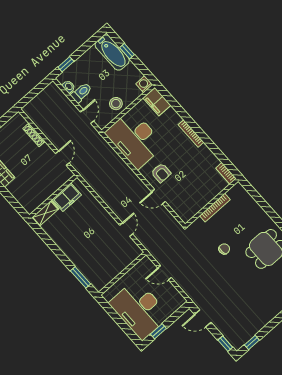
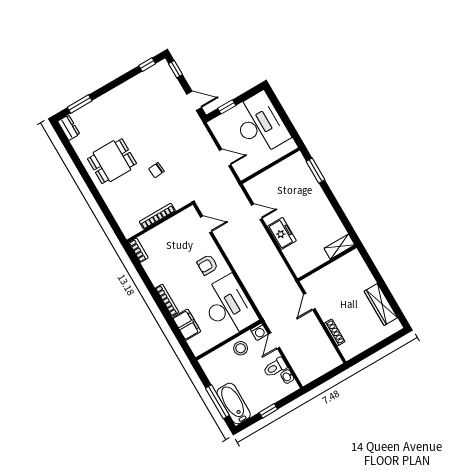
window: (127, 51) -> (217, 402), width x2.17
window: (66, 64) -> (268, 411), moved
washing machine: (144, 84) -> (259, 332), moved
filing cabinet: (157, 102) -> (187, 325), moved
armchair: (161, 173) -> (207, 265), turned -90
freezer: (67, 197) -> (282, 233), moved, turned 90
door: (158, 197) -> (206, 224), moved
door: (126, 230) -> (257, 212), swing flipped
window: (158, 331) -> (227, 107), moved

